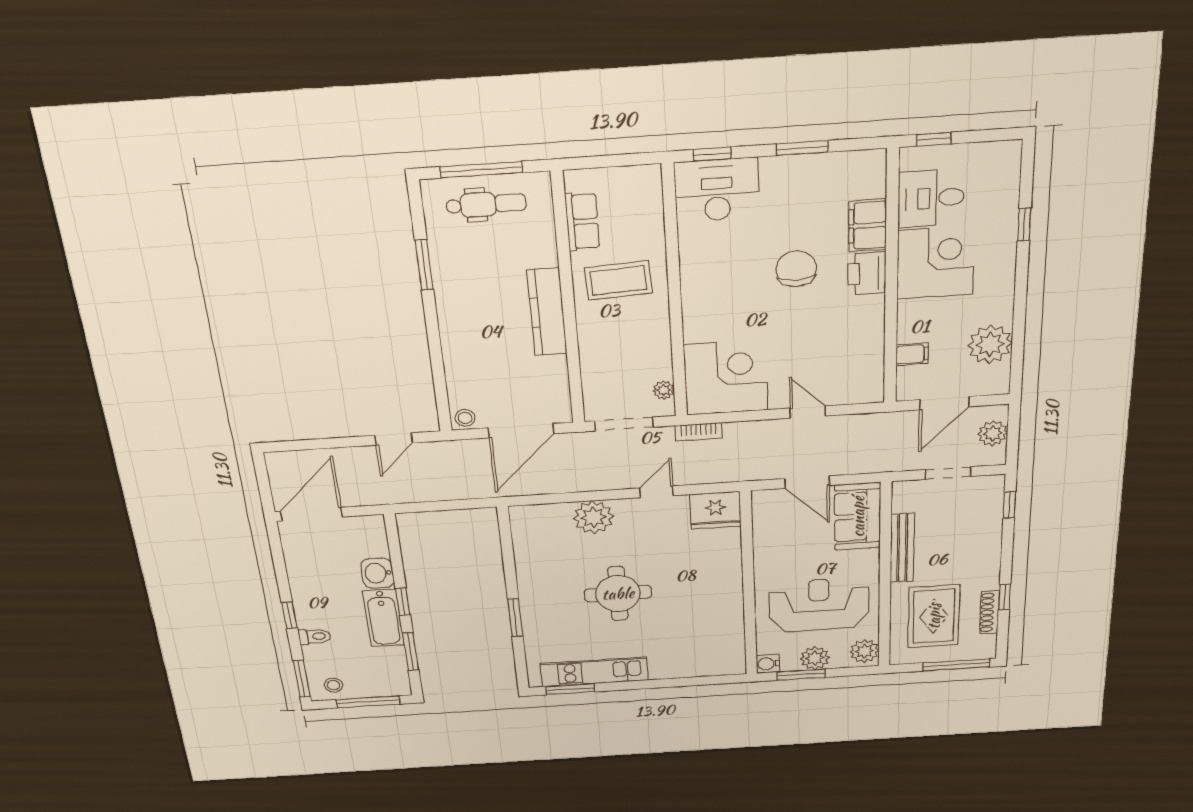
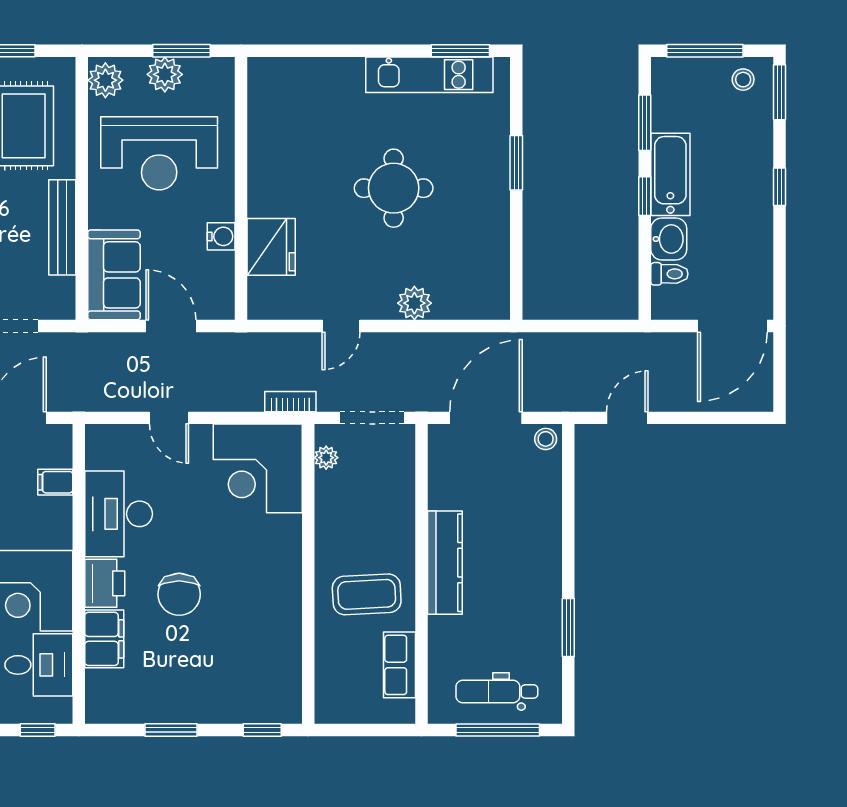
desk: (717, 190) -> (119, 514), moved, turned 90
fridge: (715, 510) -> (271, 247), moved, turned 90
plant: (593, 517) -> (414, 303), width x0.73, depth x0.73
toilet: (314, 636) -> (669, 274), moved, turned 180
water cooler: (768, 664) -> (221, 236), moved

